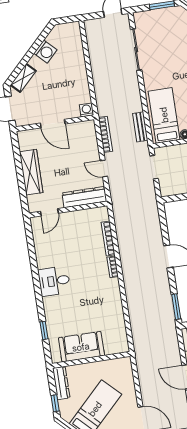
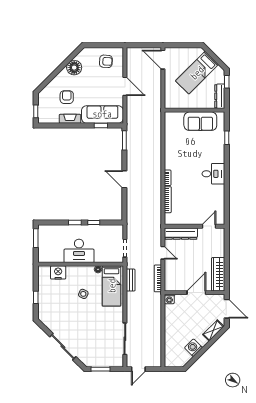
door: (53, 124) -> (196, 293), hinge flipped
wardrobe: (31, 172) -> (218, 274), moved

